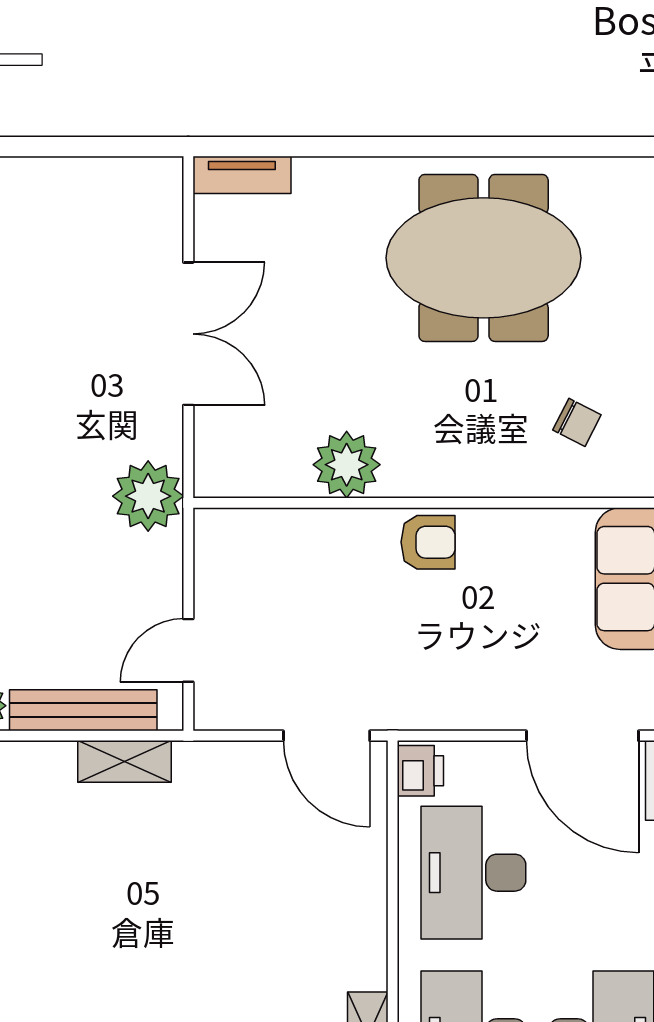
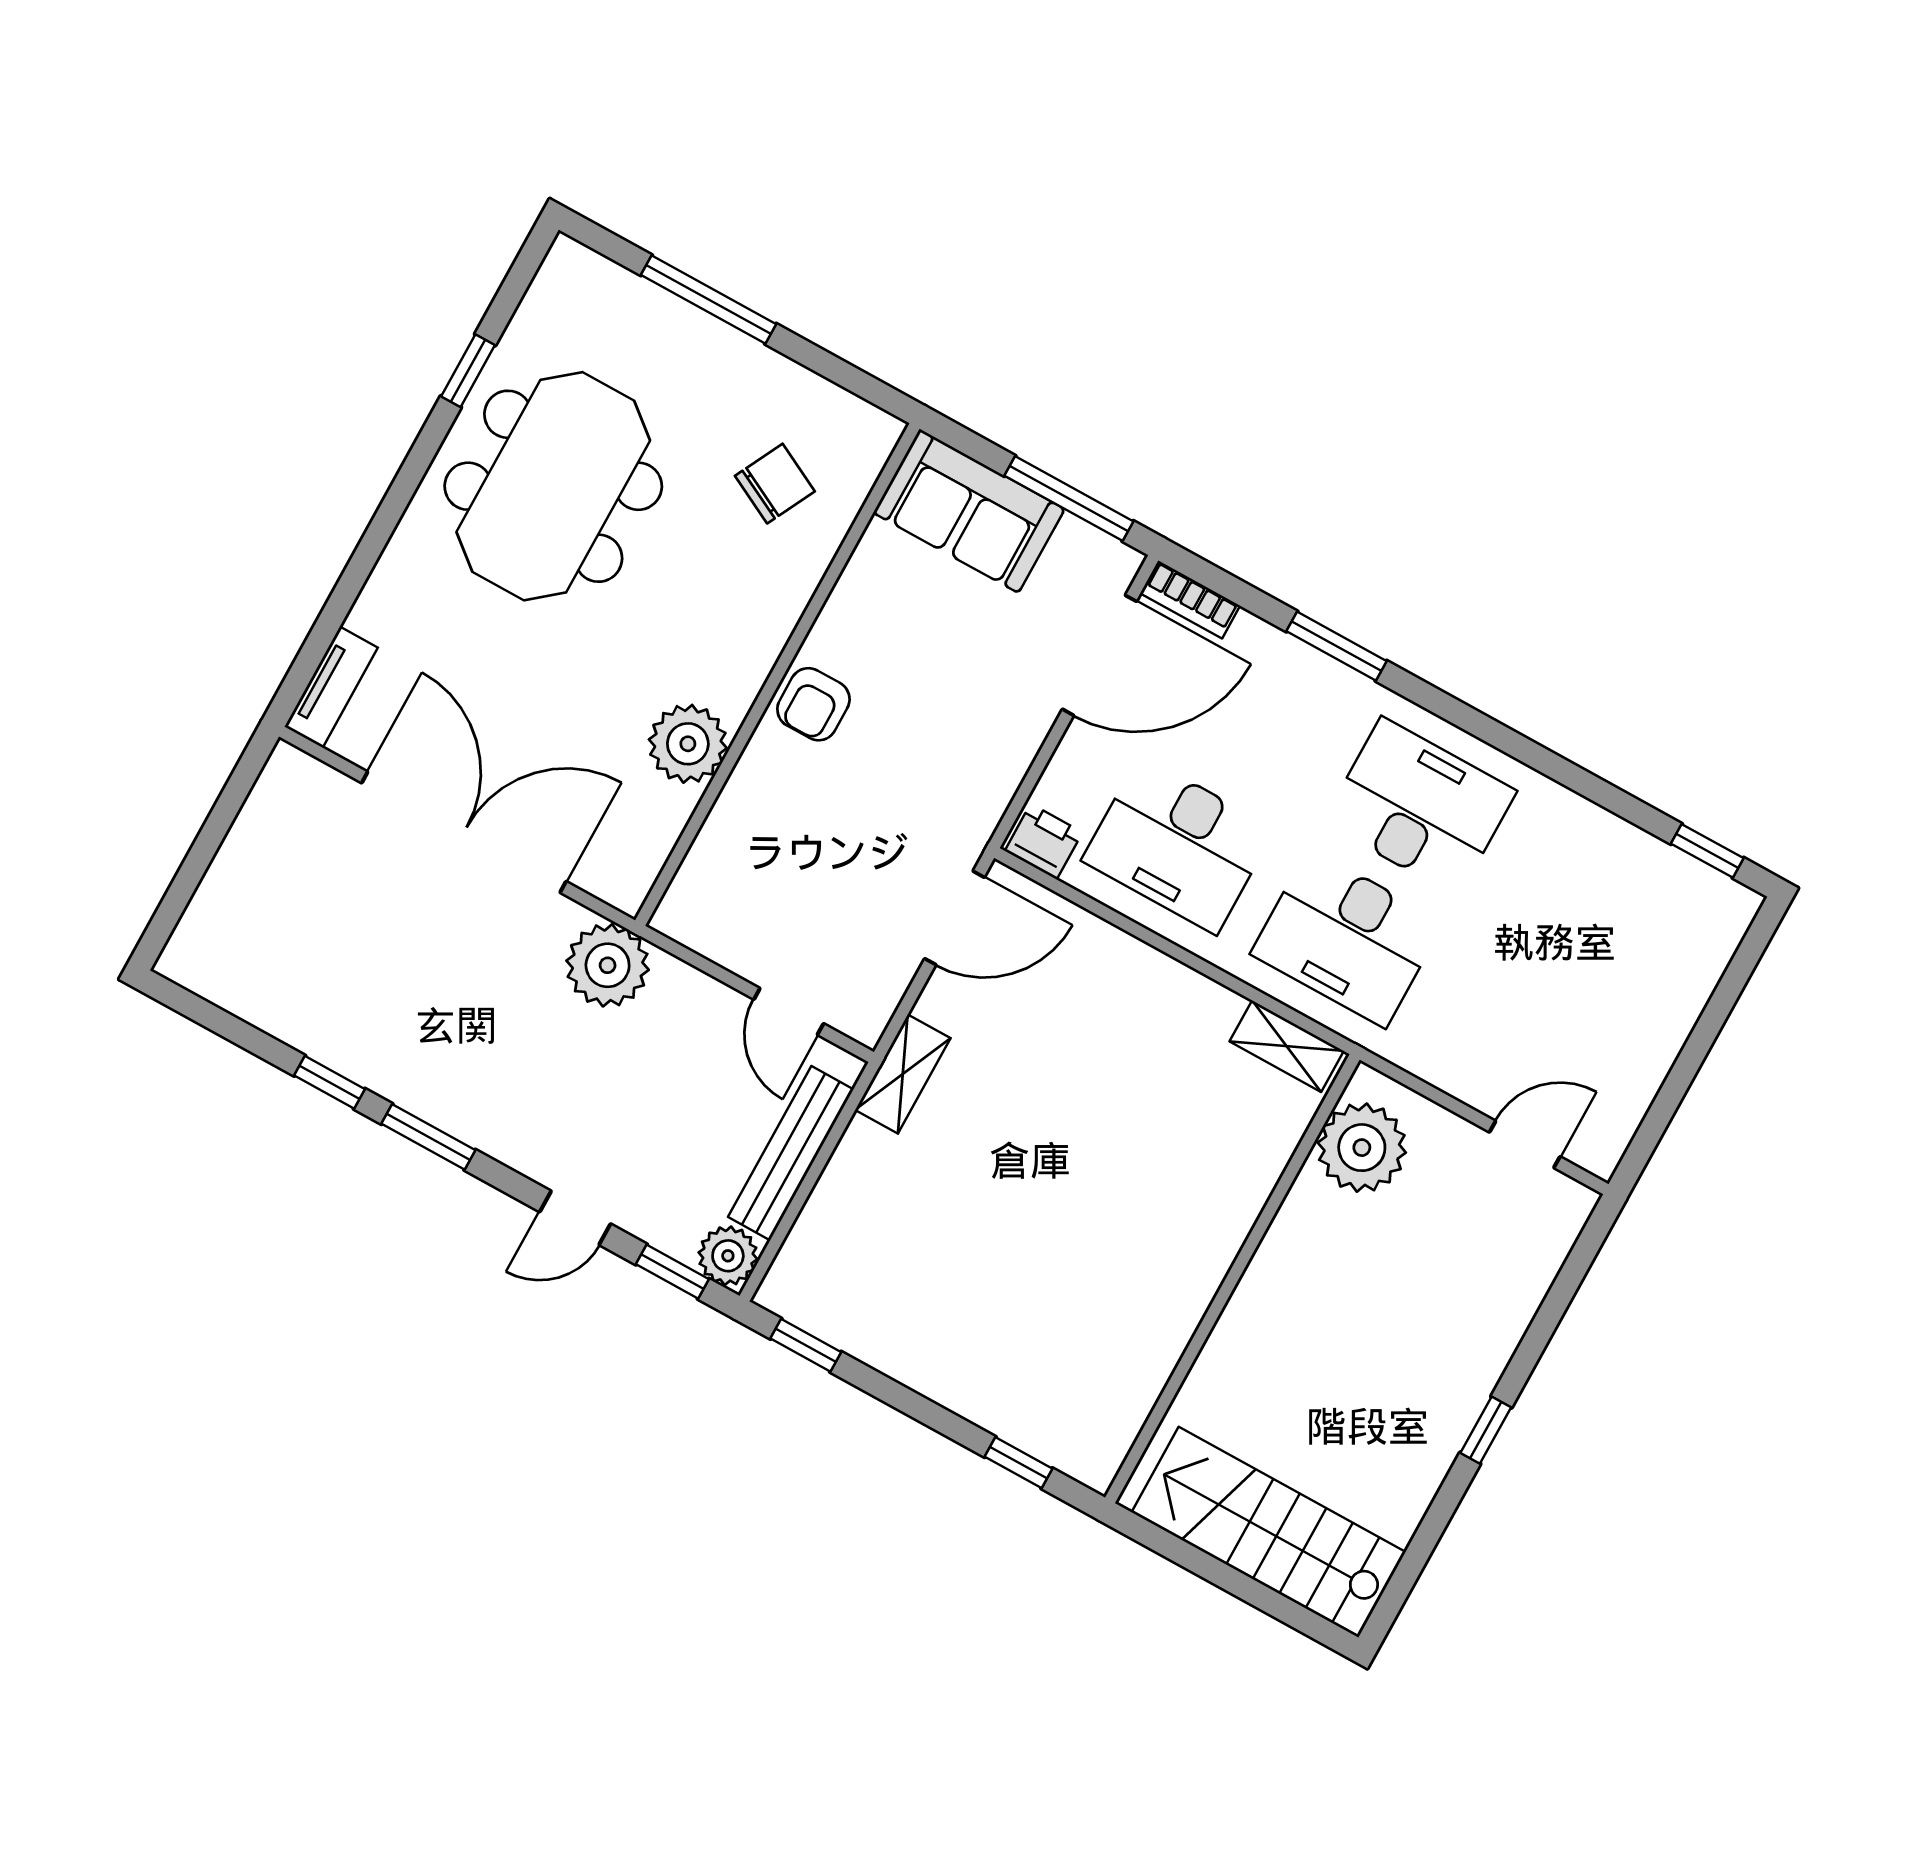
window: (535, 147) -> (468, 371), added
double door: (188, 334) -> (464, 832), width x1.36
chair: (577, 422) -> (775, 484), width x1.37, depth x1.37
armchair: (428, 542) -> (813, 704), turned 180
shelving: (125, 761) -> (903, 1074), moved

